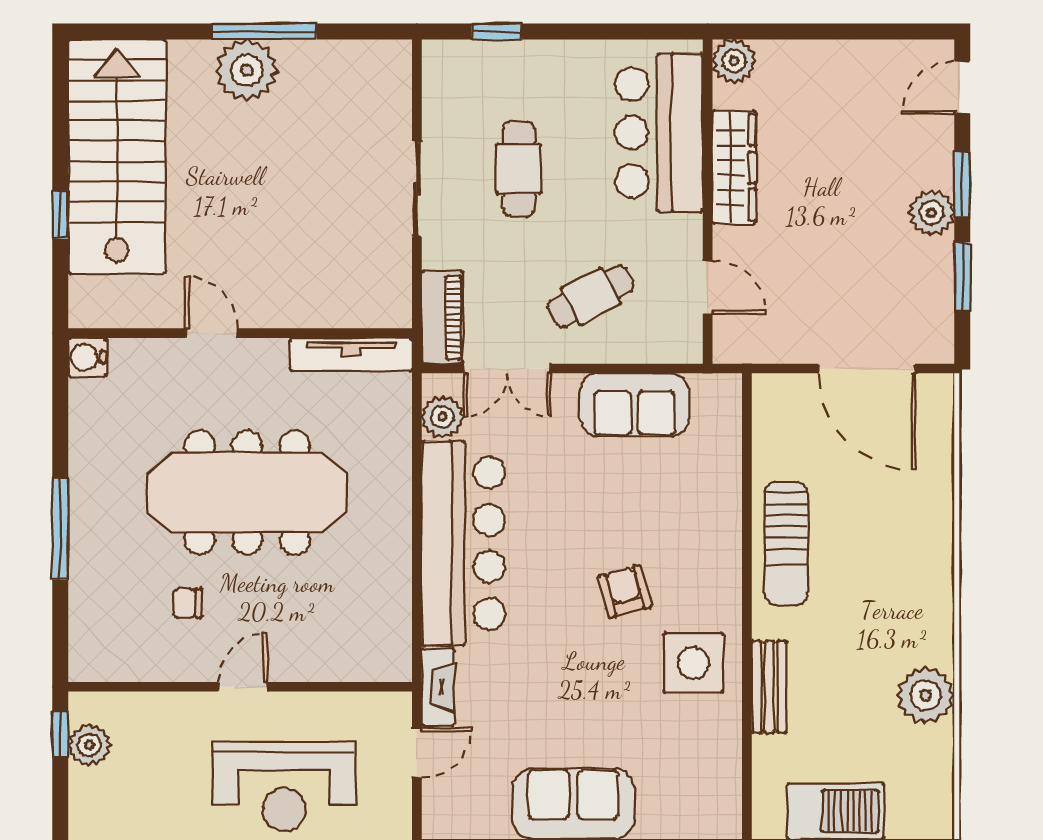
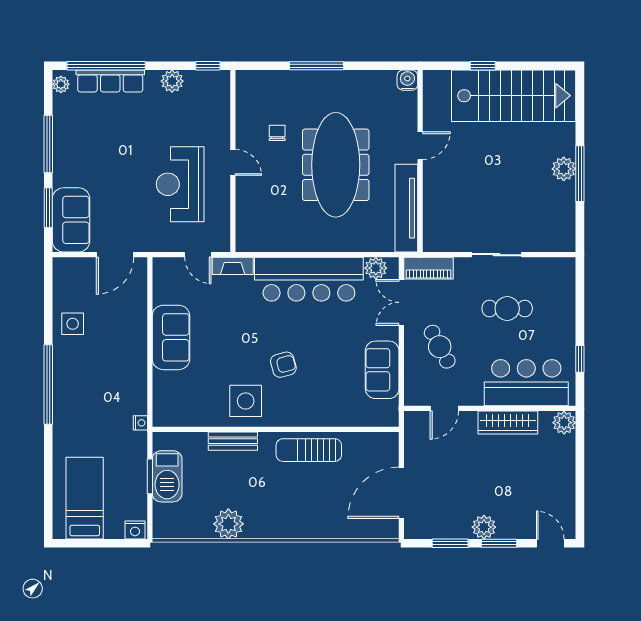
window: (497, 31) -> (580, 359), moved
plant: (247, 70) -> (564, 169), width x0.73, depth x0.73
tv unit: (351, 354) -> (406, 208), width x1.36, depth x1.29
plant: (89, 745) -> (172, 81), moved

